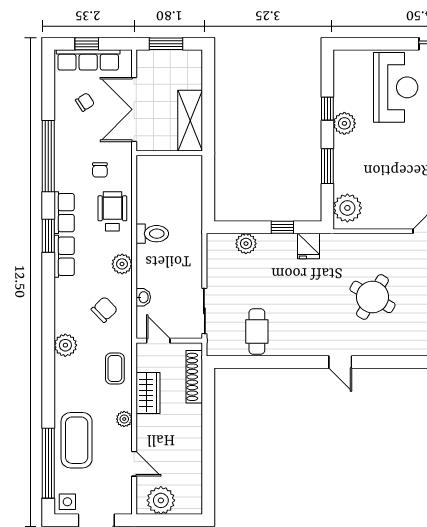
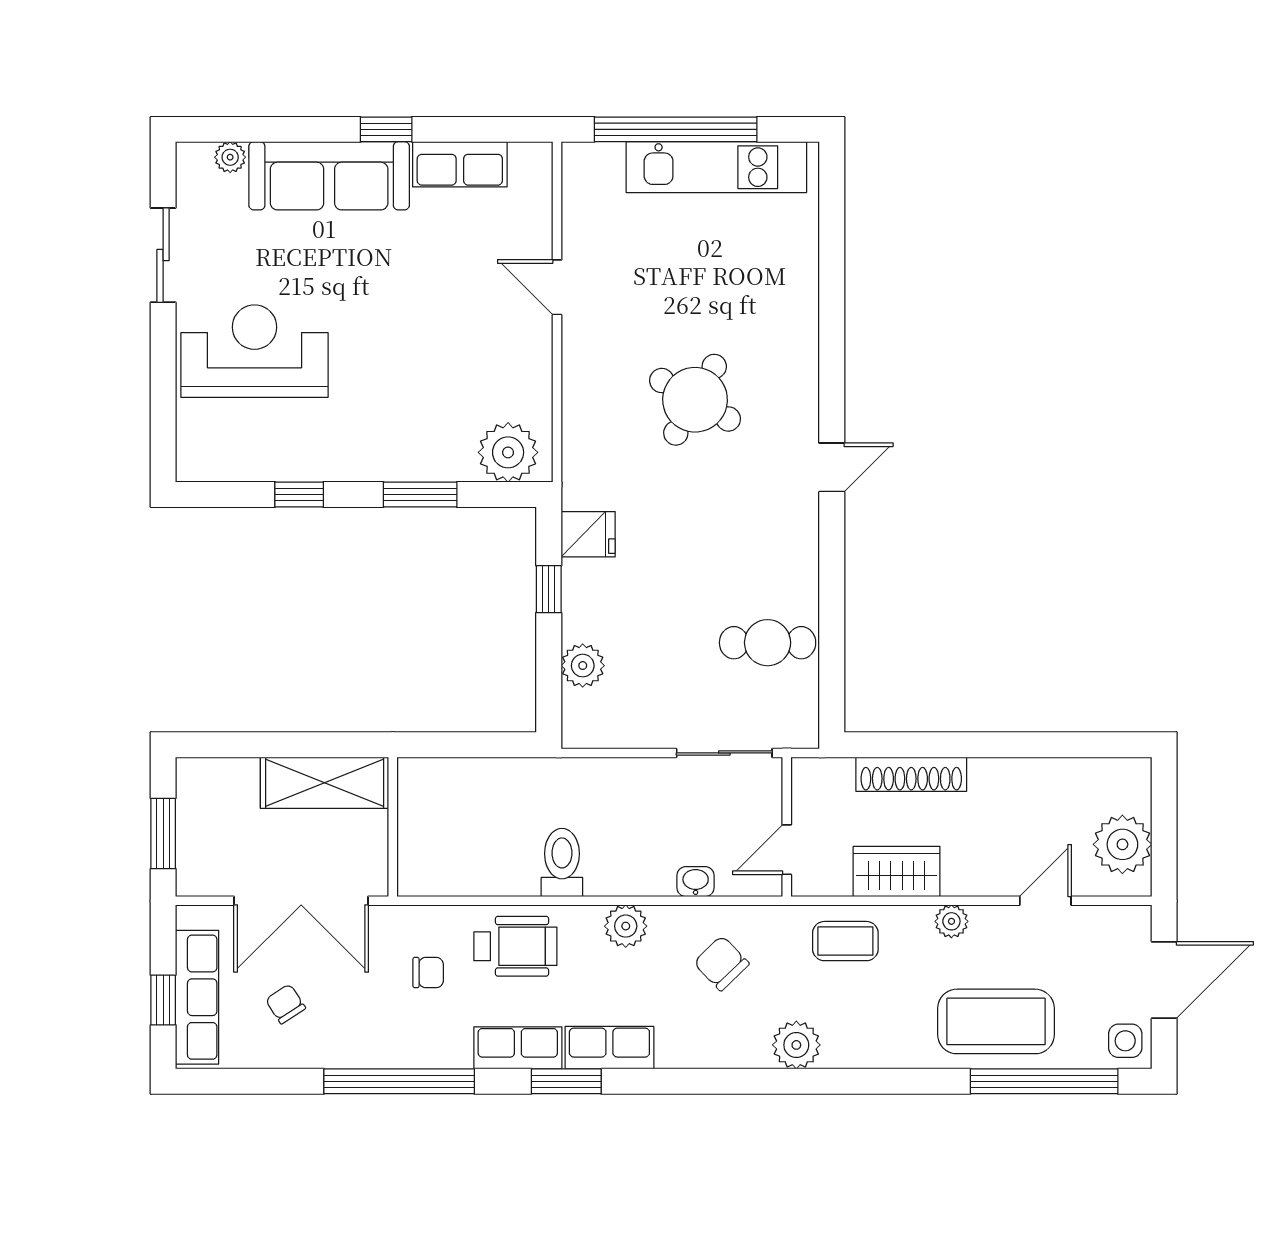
plant: (344, 123) -> (330, 459), removed
wheelchair: (112, 211) -> (515, 946), turned 180
shoe rack: (194, 377) -> (911, 774), moved

